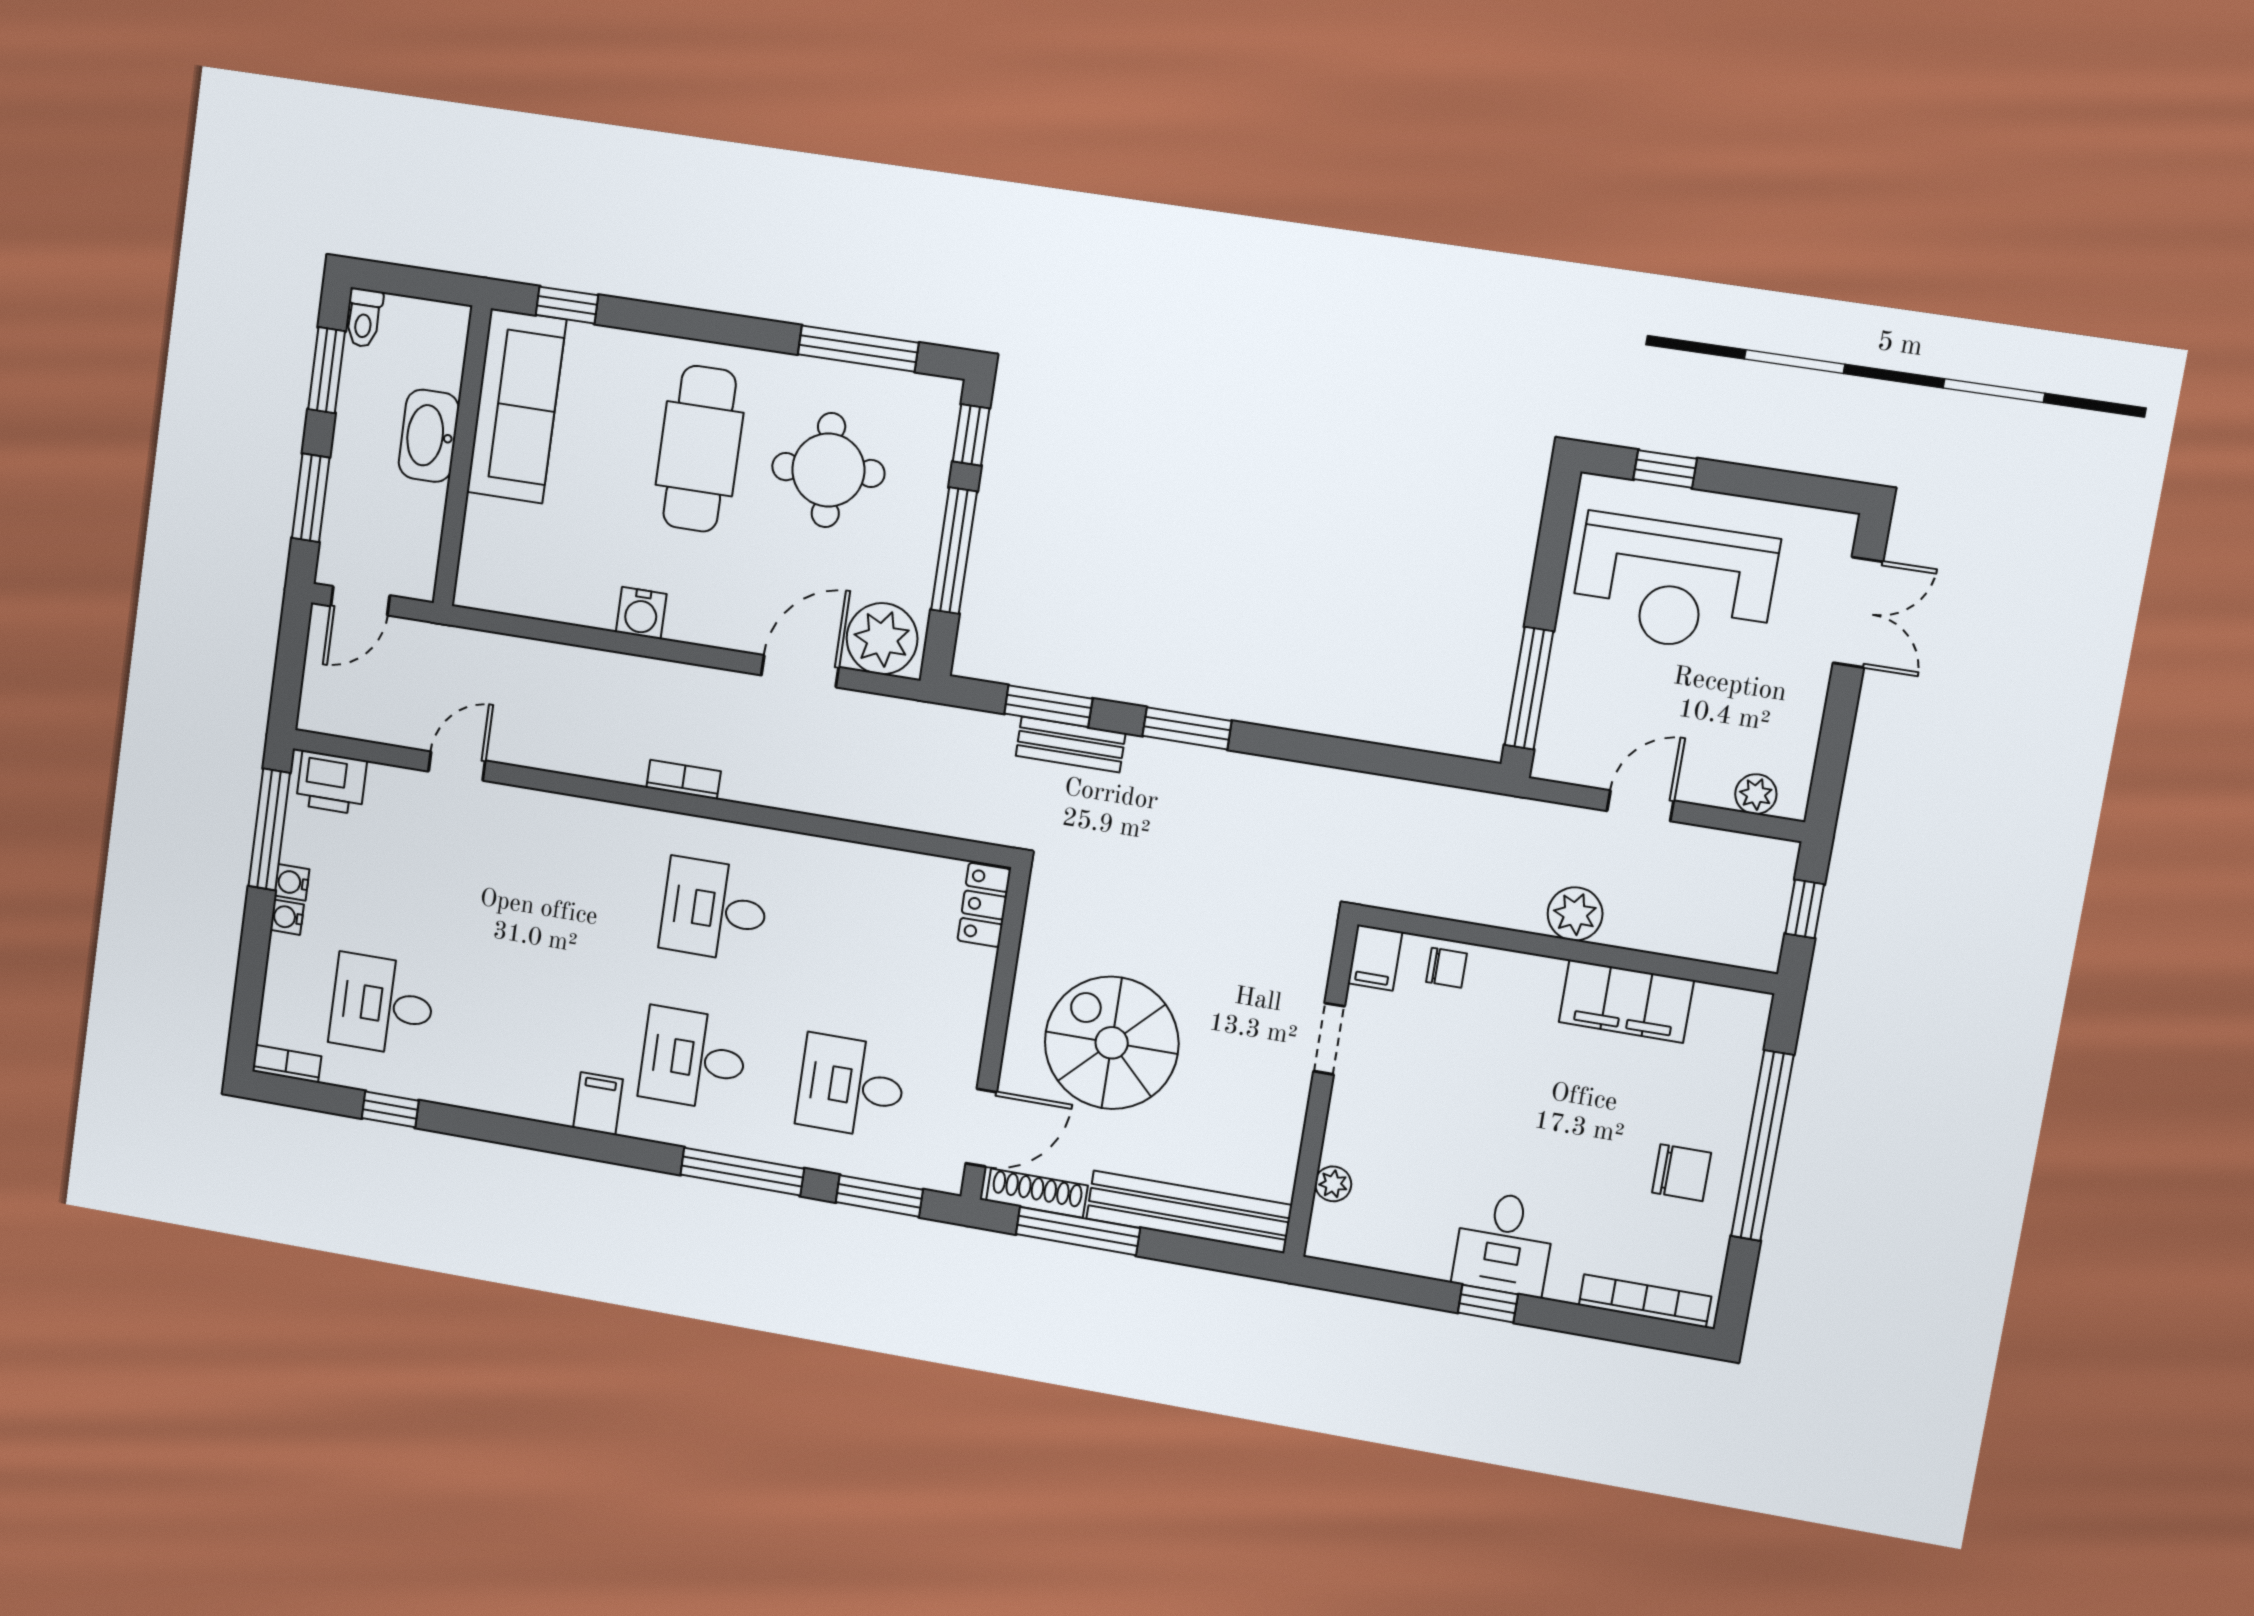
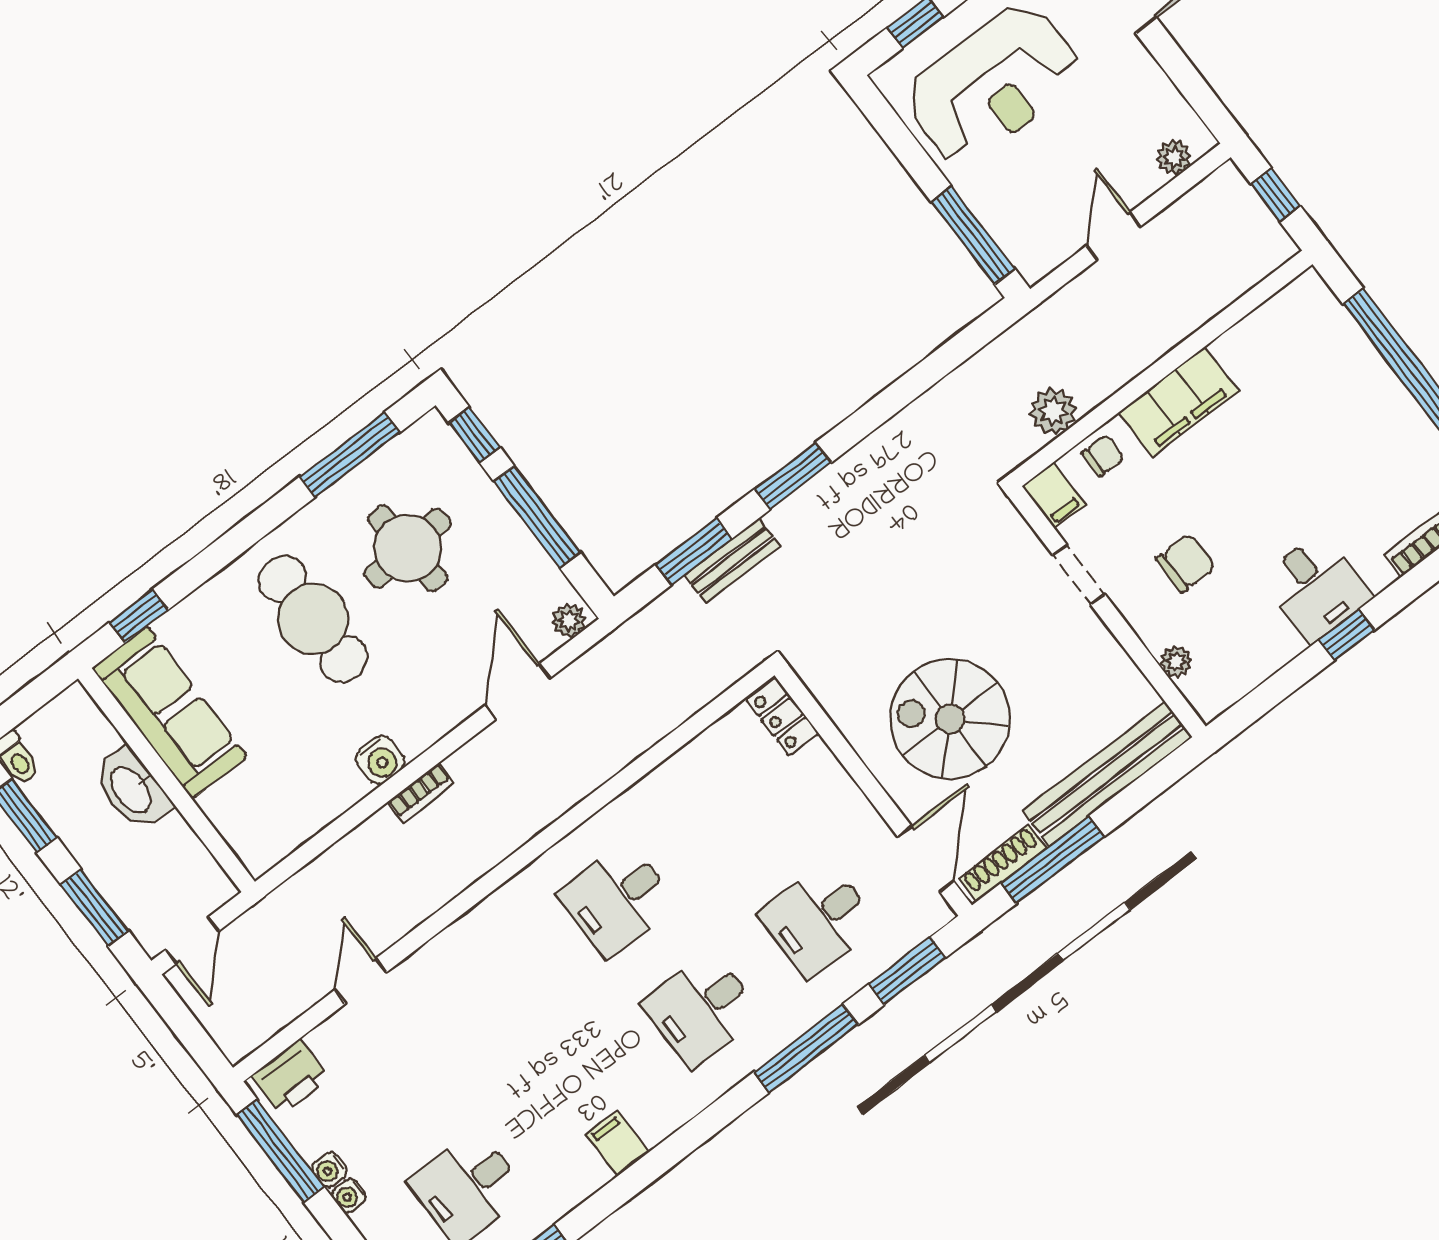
plant: (882, 639) -> (569, 621), width x0.53, depth x0.53
bookcase: (684, 780) -> (421, 793), moved, turned 180
plant: (1575, 914) -> (1053, 411), moved
filing cabinet: (1626, 1001) -> (1178, 402), moved
filing cabinet: (598, 1104) -> (617, 1143), moved
chair: (1682, 1173) -> (1186, 563), moved

